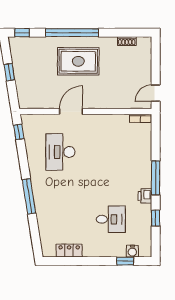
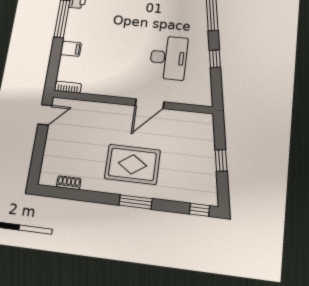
window: (72, 33) -> (136, 202), width x0.47
window: (19, 132) -> (215, 59), moved
filing cabinet: (143, 152) -> (71, 49), added

